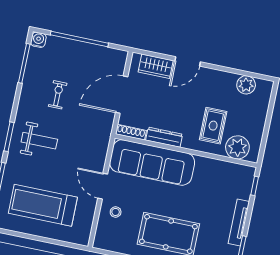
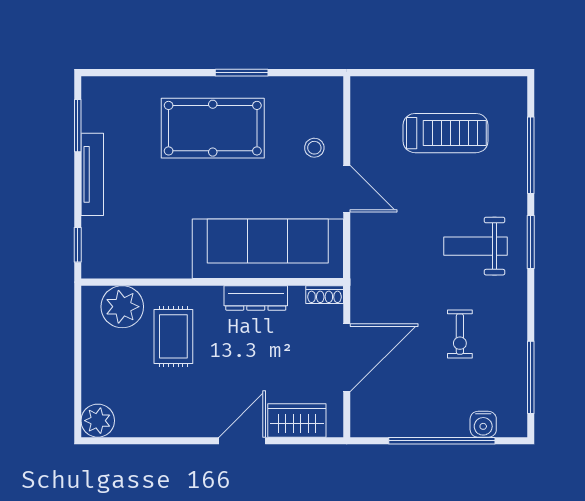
water cooler: (38, 40) -> (483, 424), moved
plant: (246, 85) -> (98, 421), moved
shoe rack: (131, 132) -> (325, 295), width x0.70
treadmill: (43, 205) -> (446, 133), width x0.73, depth x0.73

